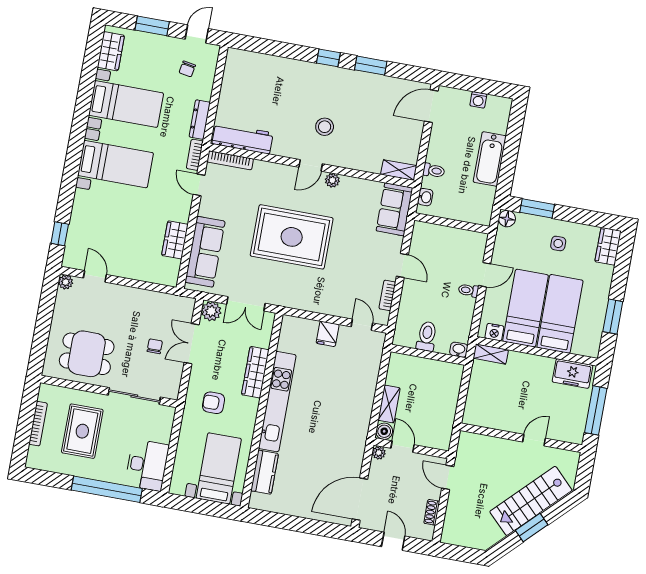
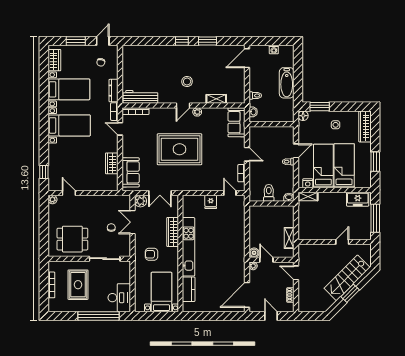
shelving: (399, 170) -> (216, 99), moved
wardrobe: (608, 246) -> (365, 126), width x1.50
sofa: (205, 252) -> (131, 172), width x0.73
shelving: (389, 404) -> (289, 238), moved

